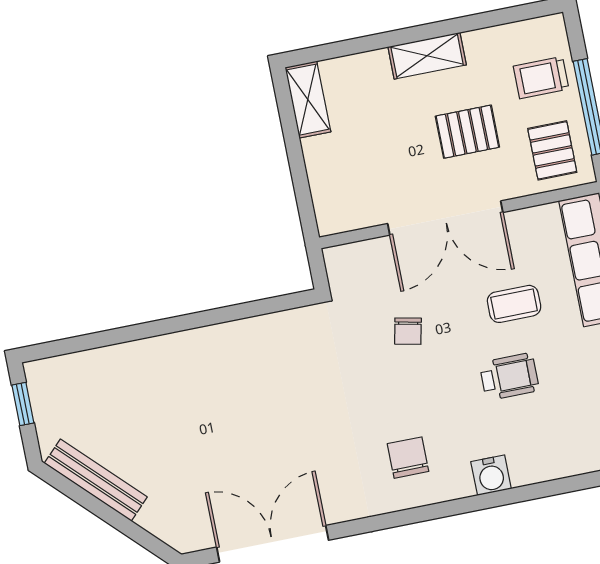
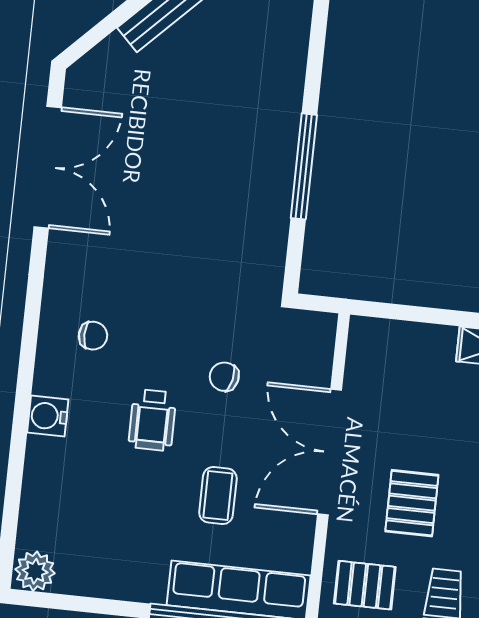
window: (202, 319) -> (304, 166), added
wheelchair: (509, 377) -> (152, 420), moved
chair: (408, 458) -> (93, 336), width x0.73, depth x0.73

